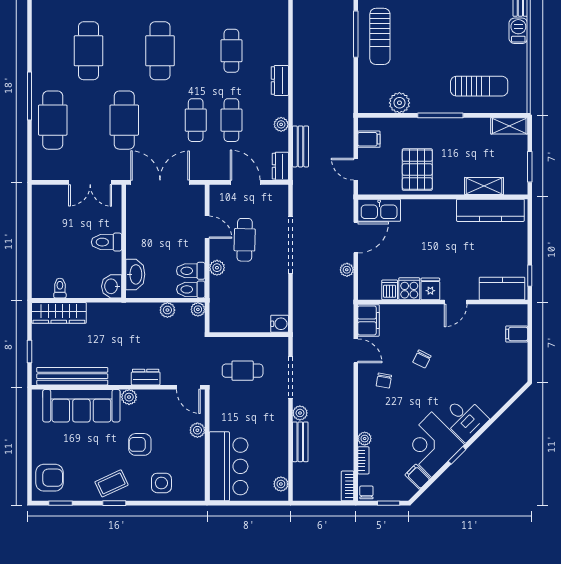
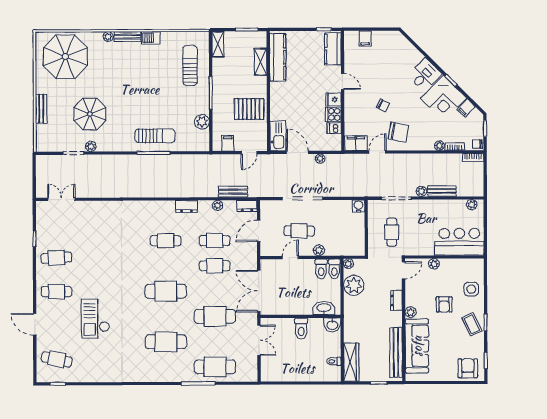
plant: (167, 310) -> (354, 285), width x1.88, depth x1.88
chair: (384, 381) -> (398, 132), width x1.87, depth x1.87

